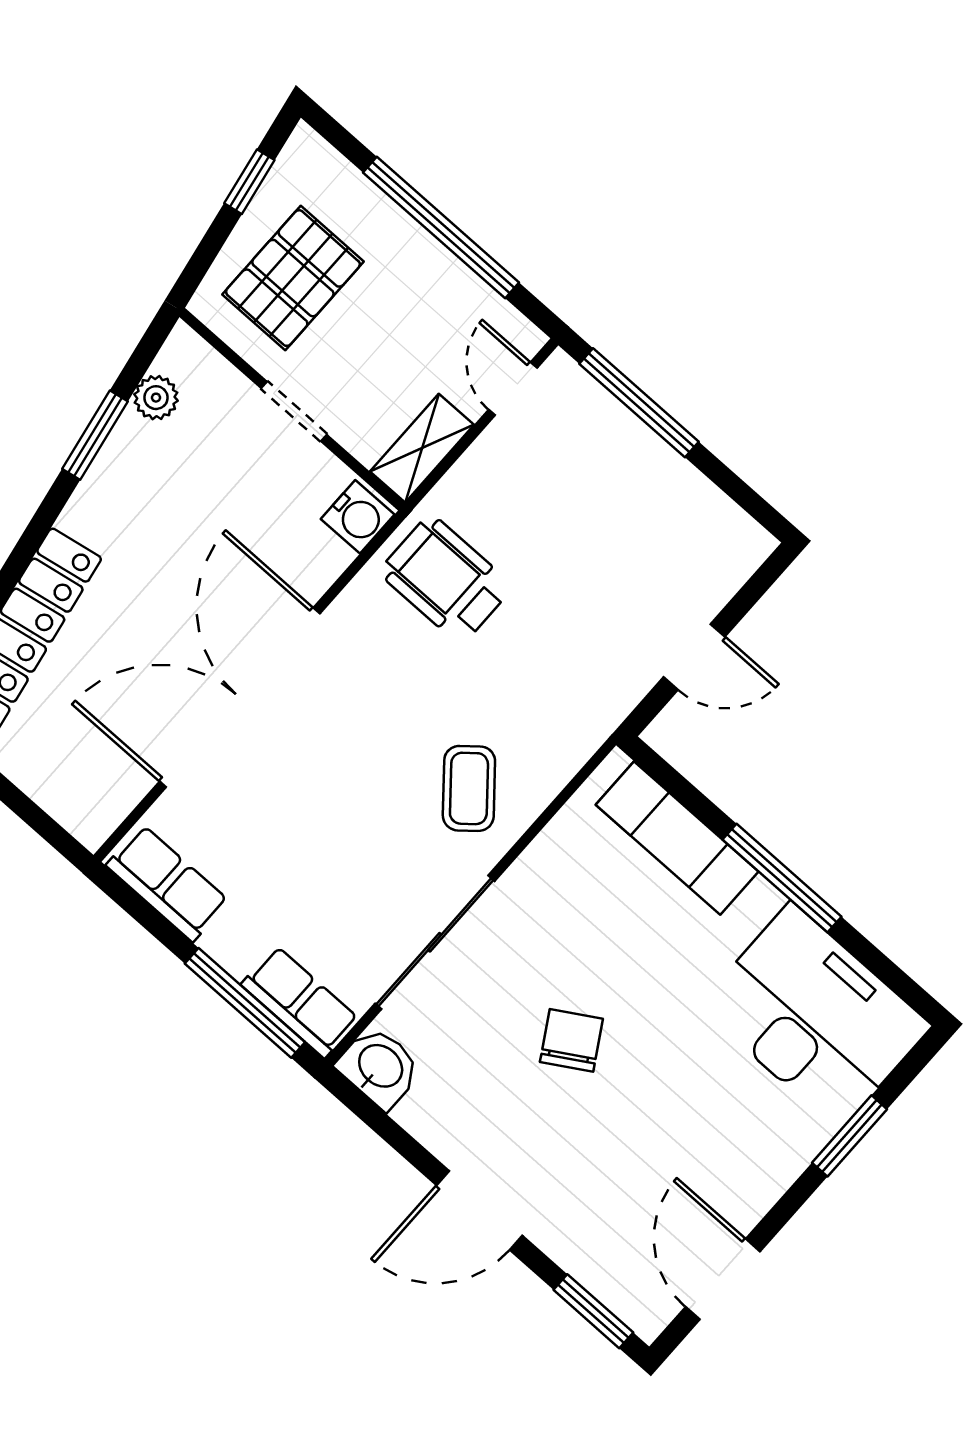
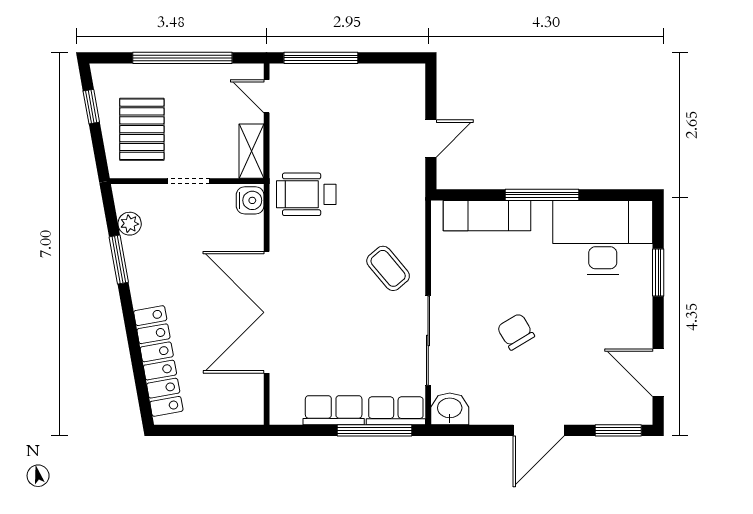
row of seats: (167, 883) -> (334, 410), moved

